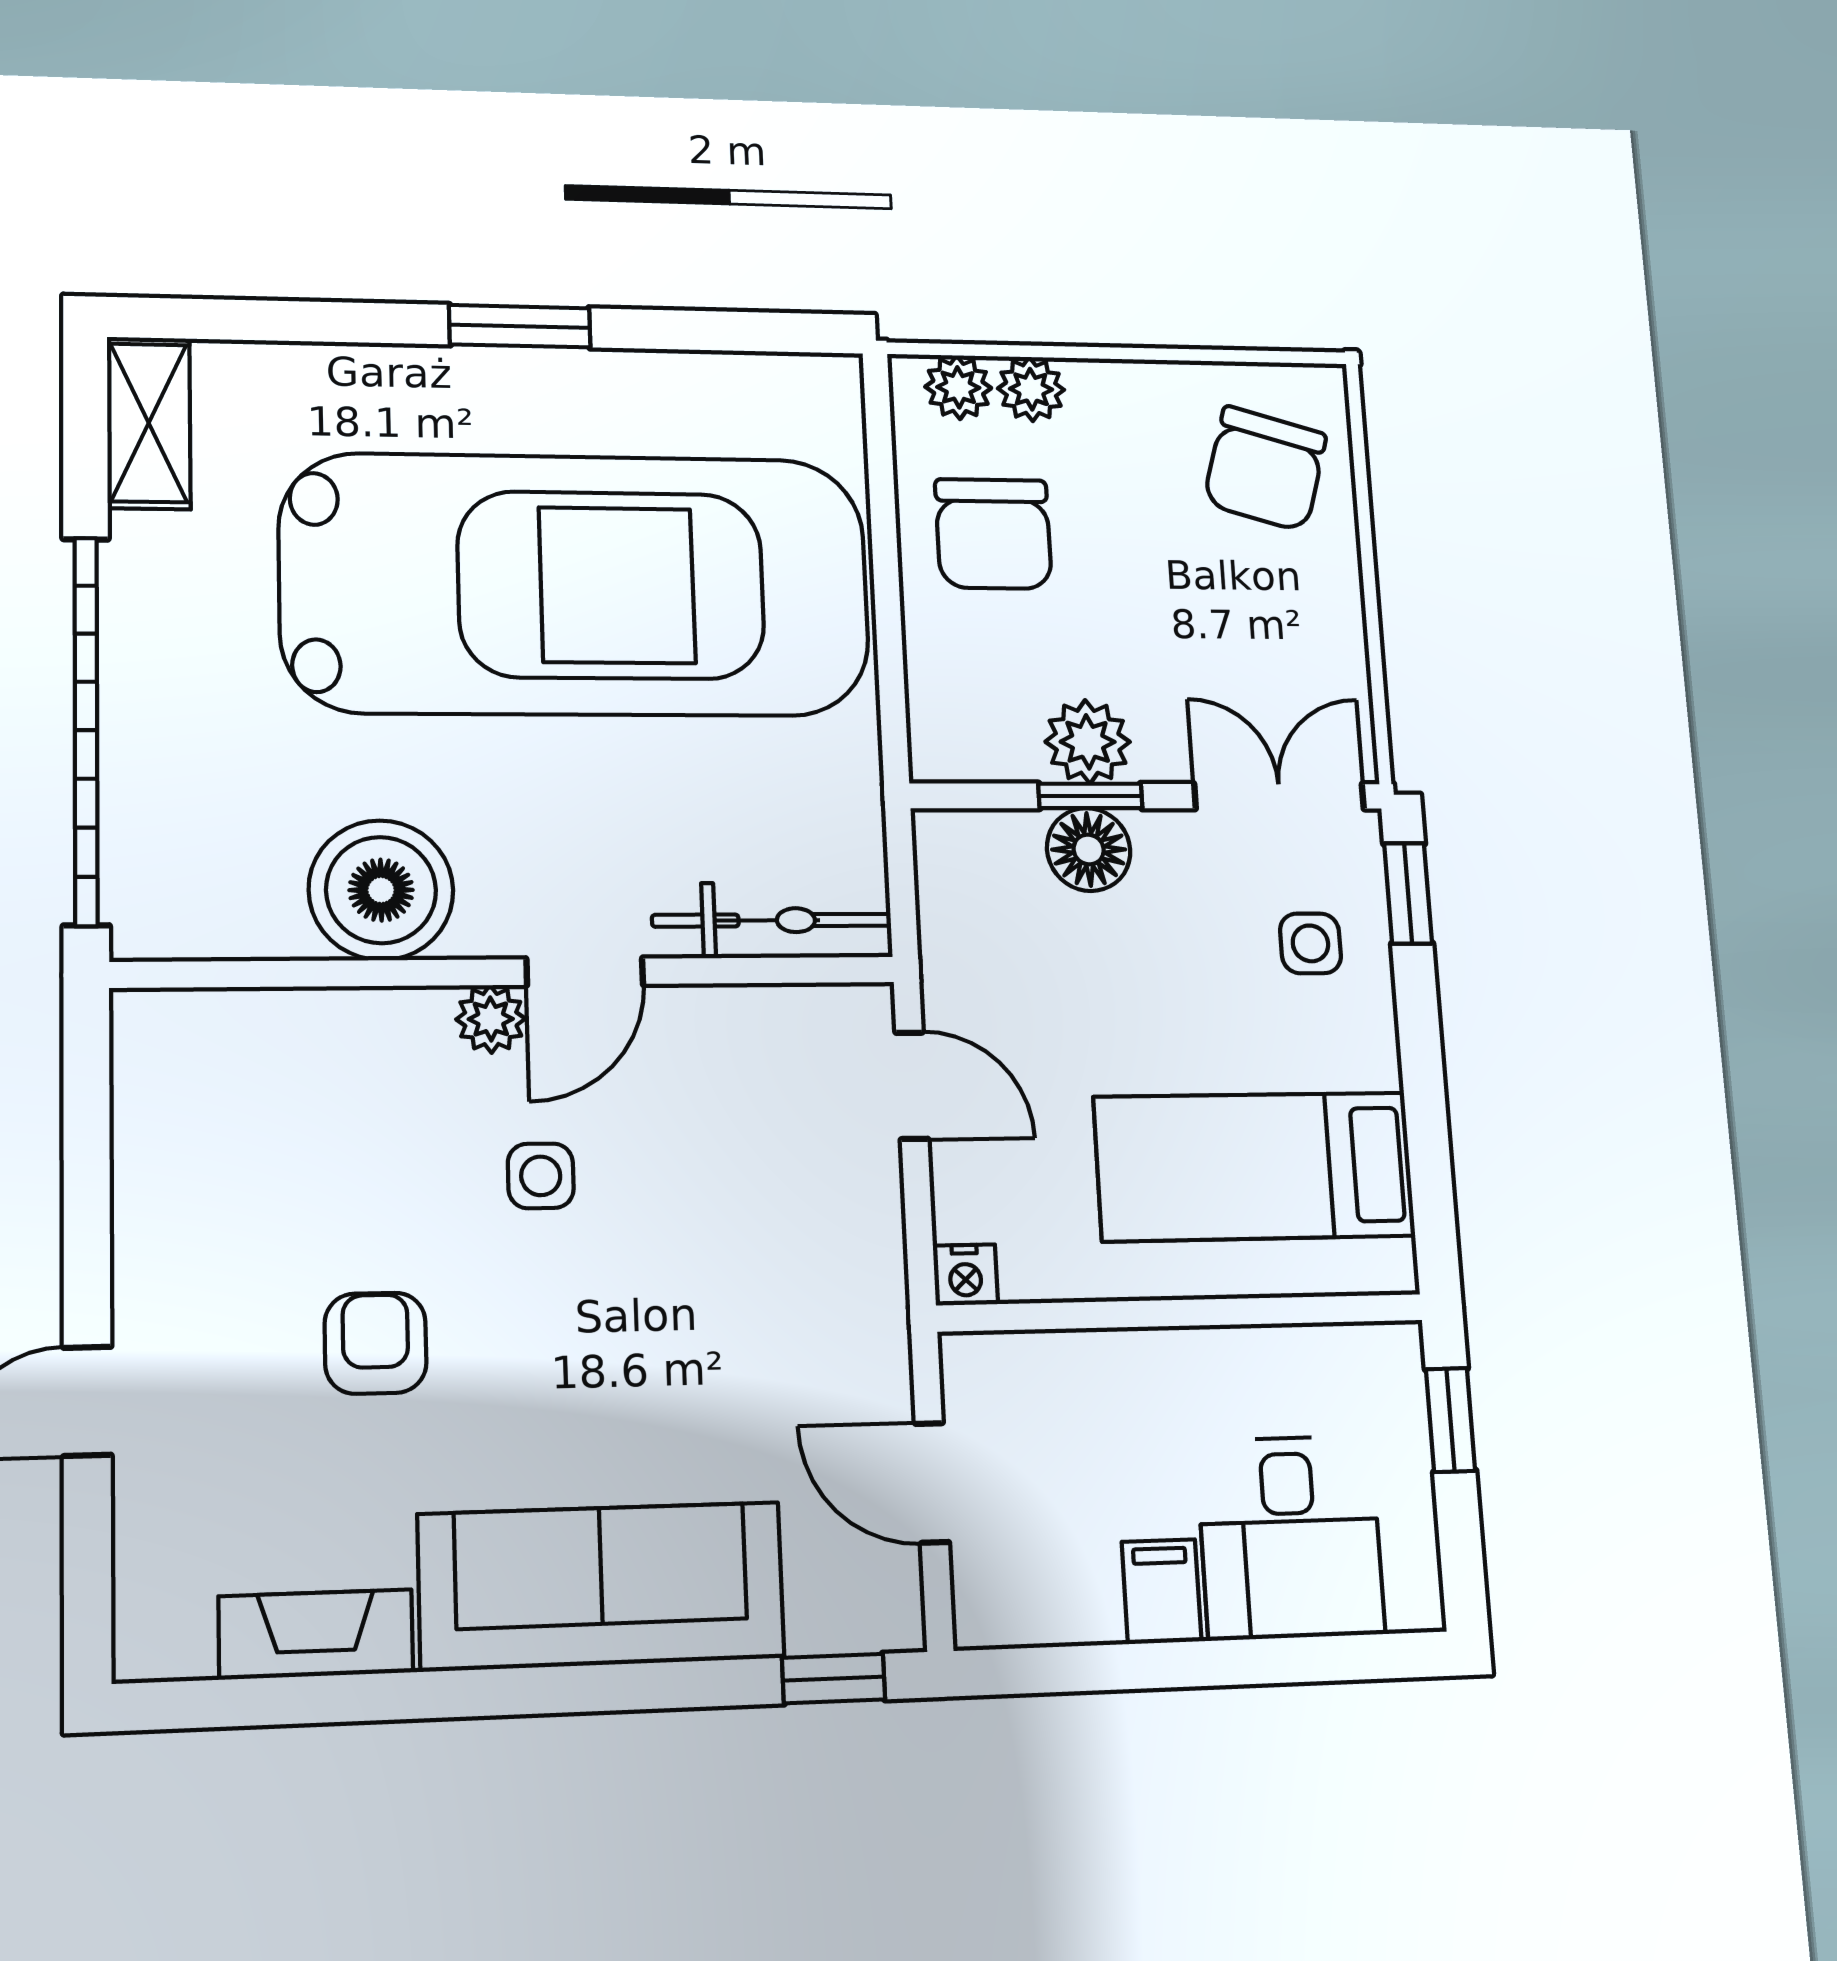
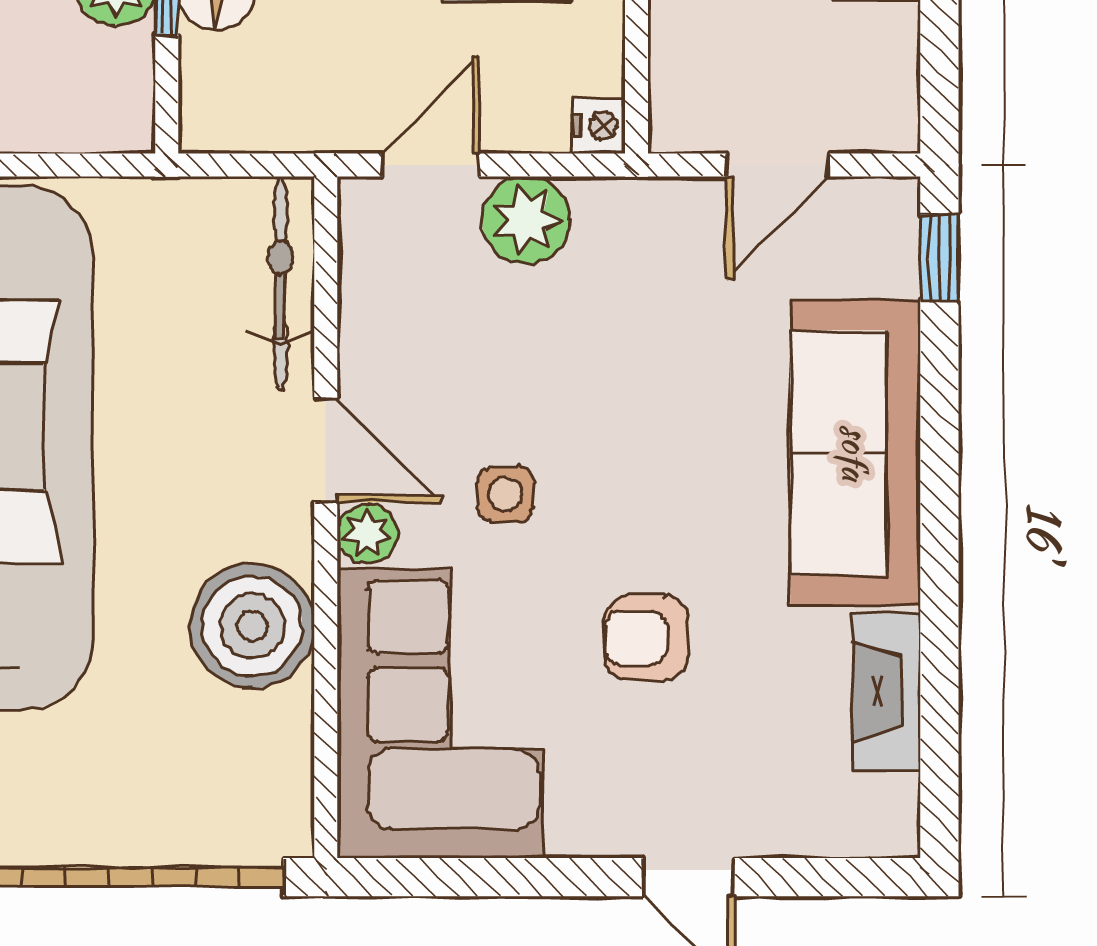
corner sofa: (282, 1105) -> (440, 714), added
plant: (855, 1194) -> (526, 220), added

